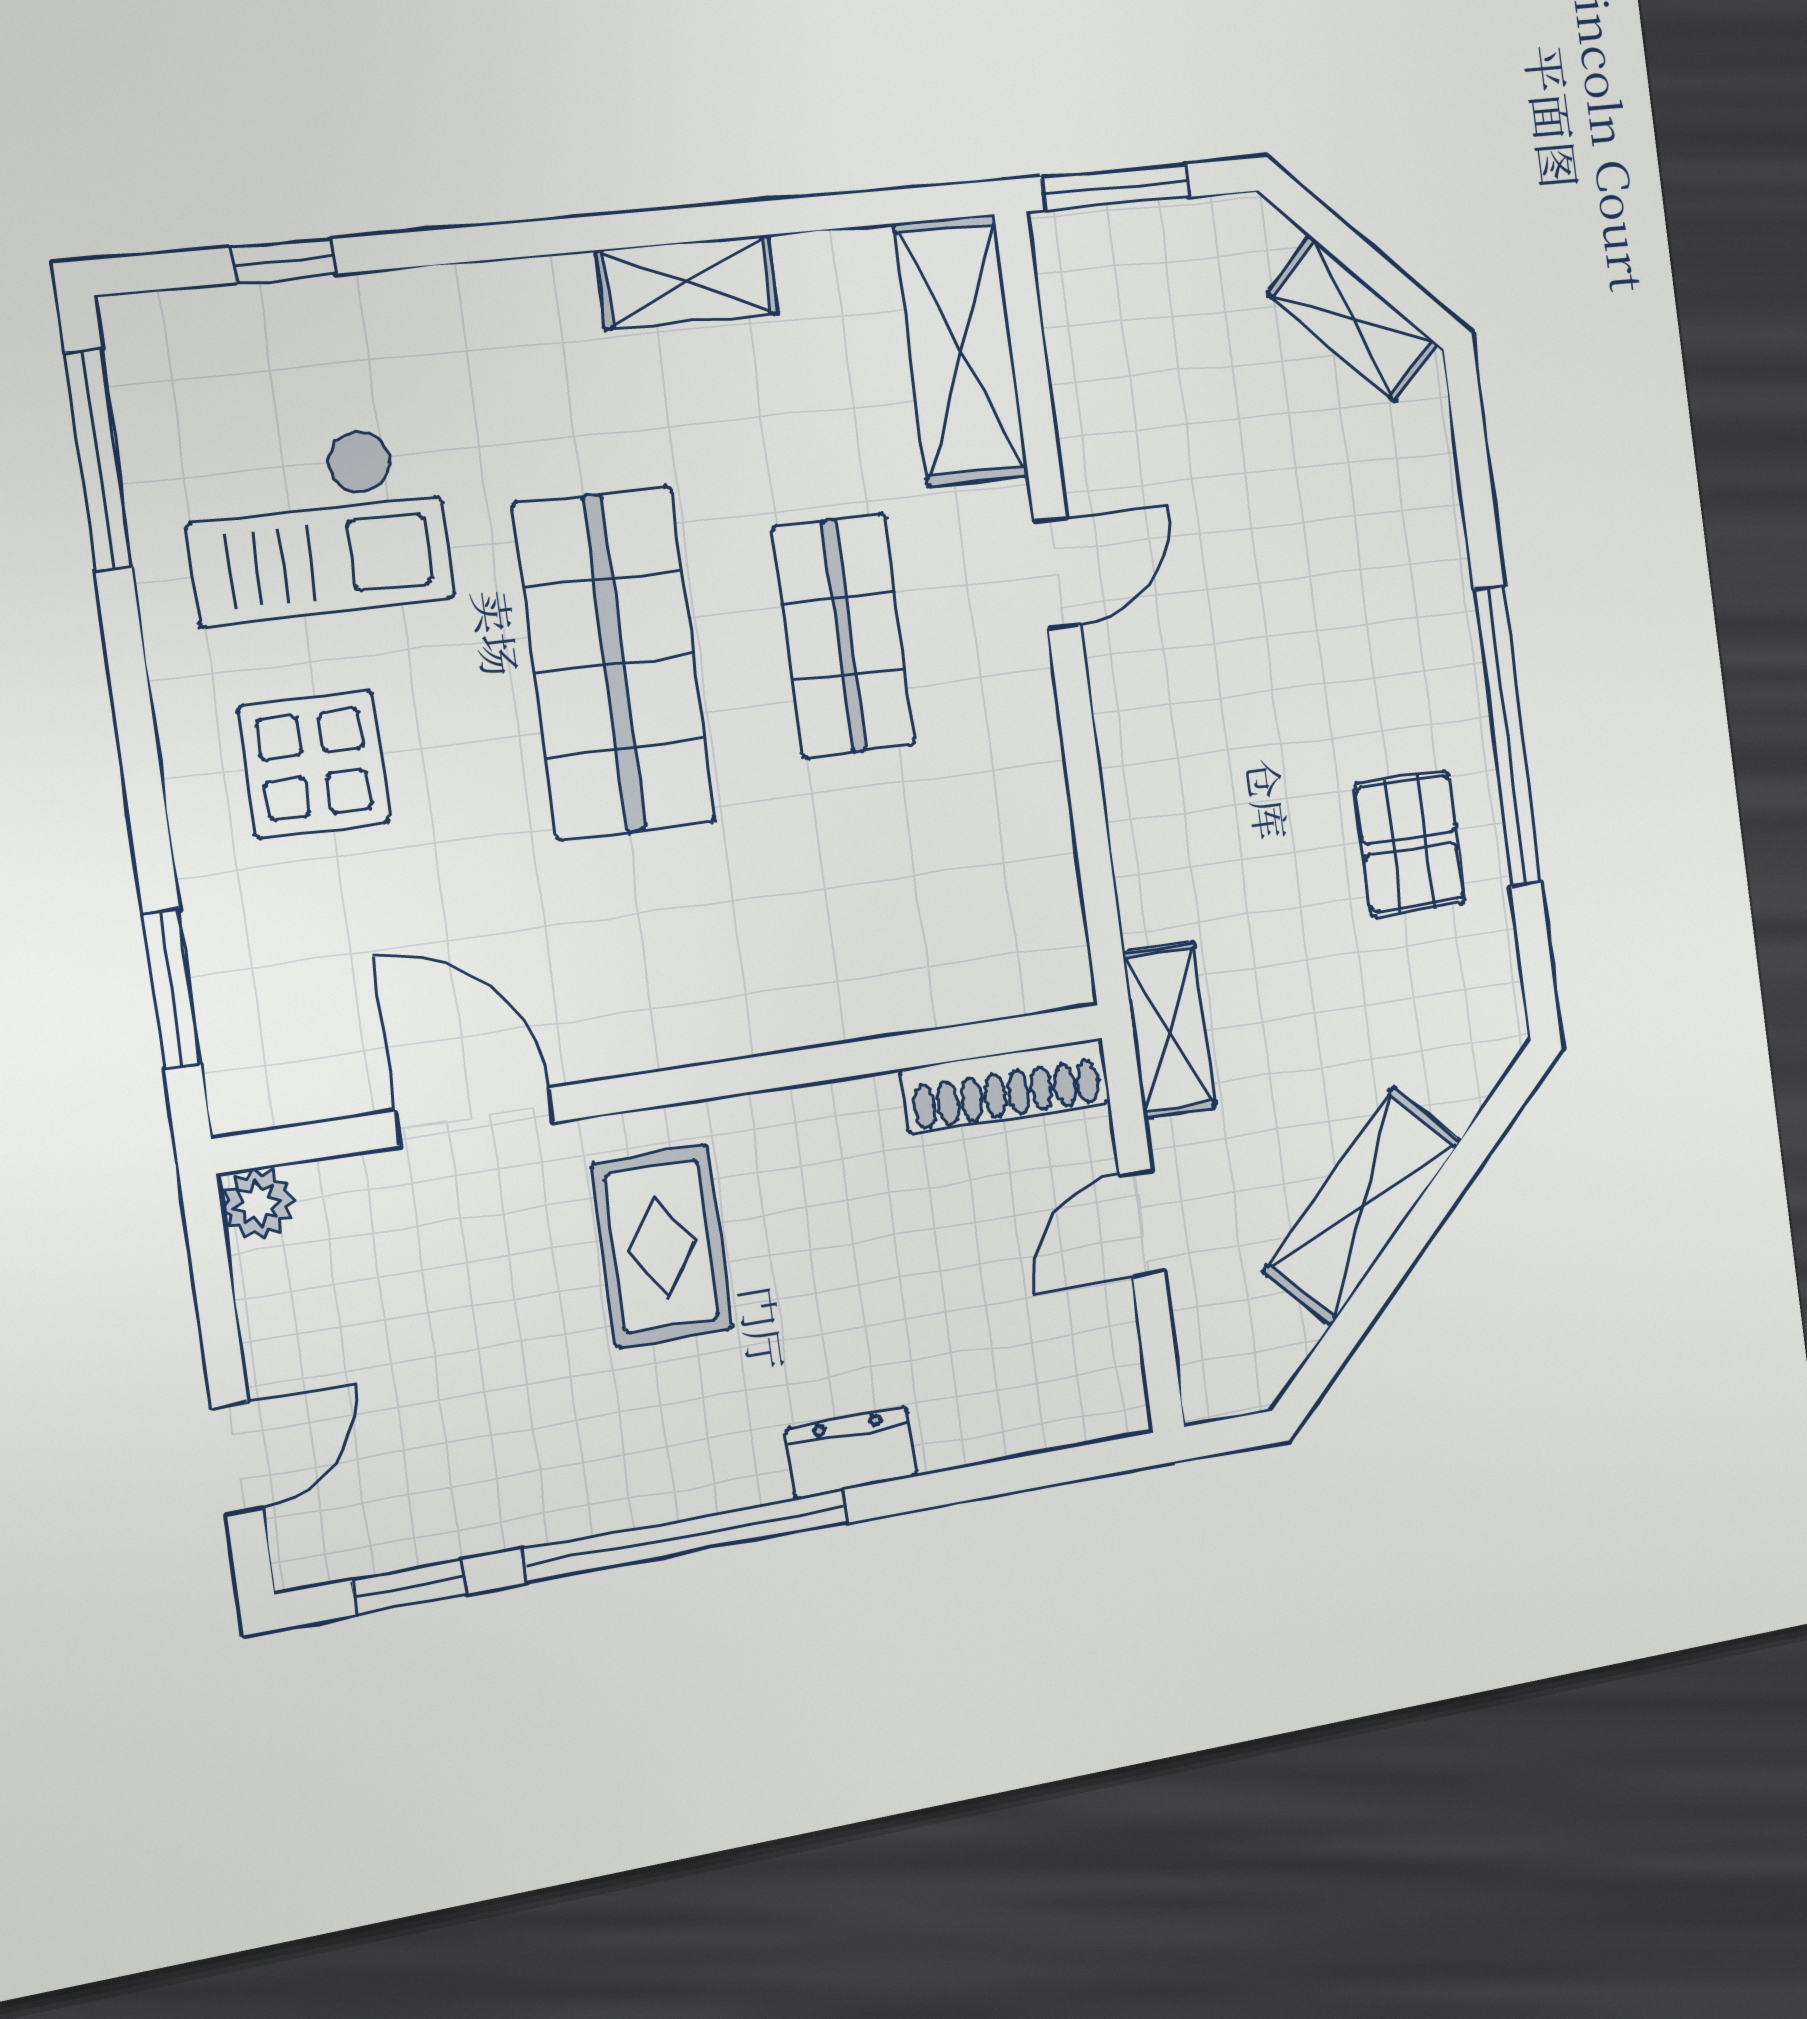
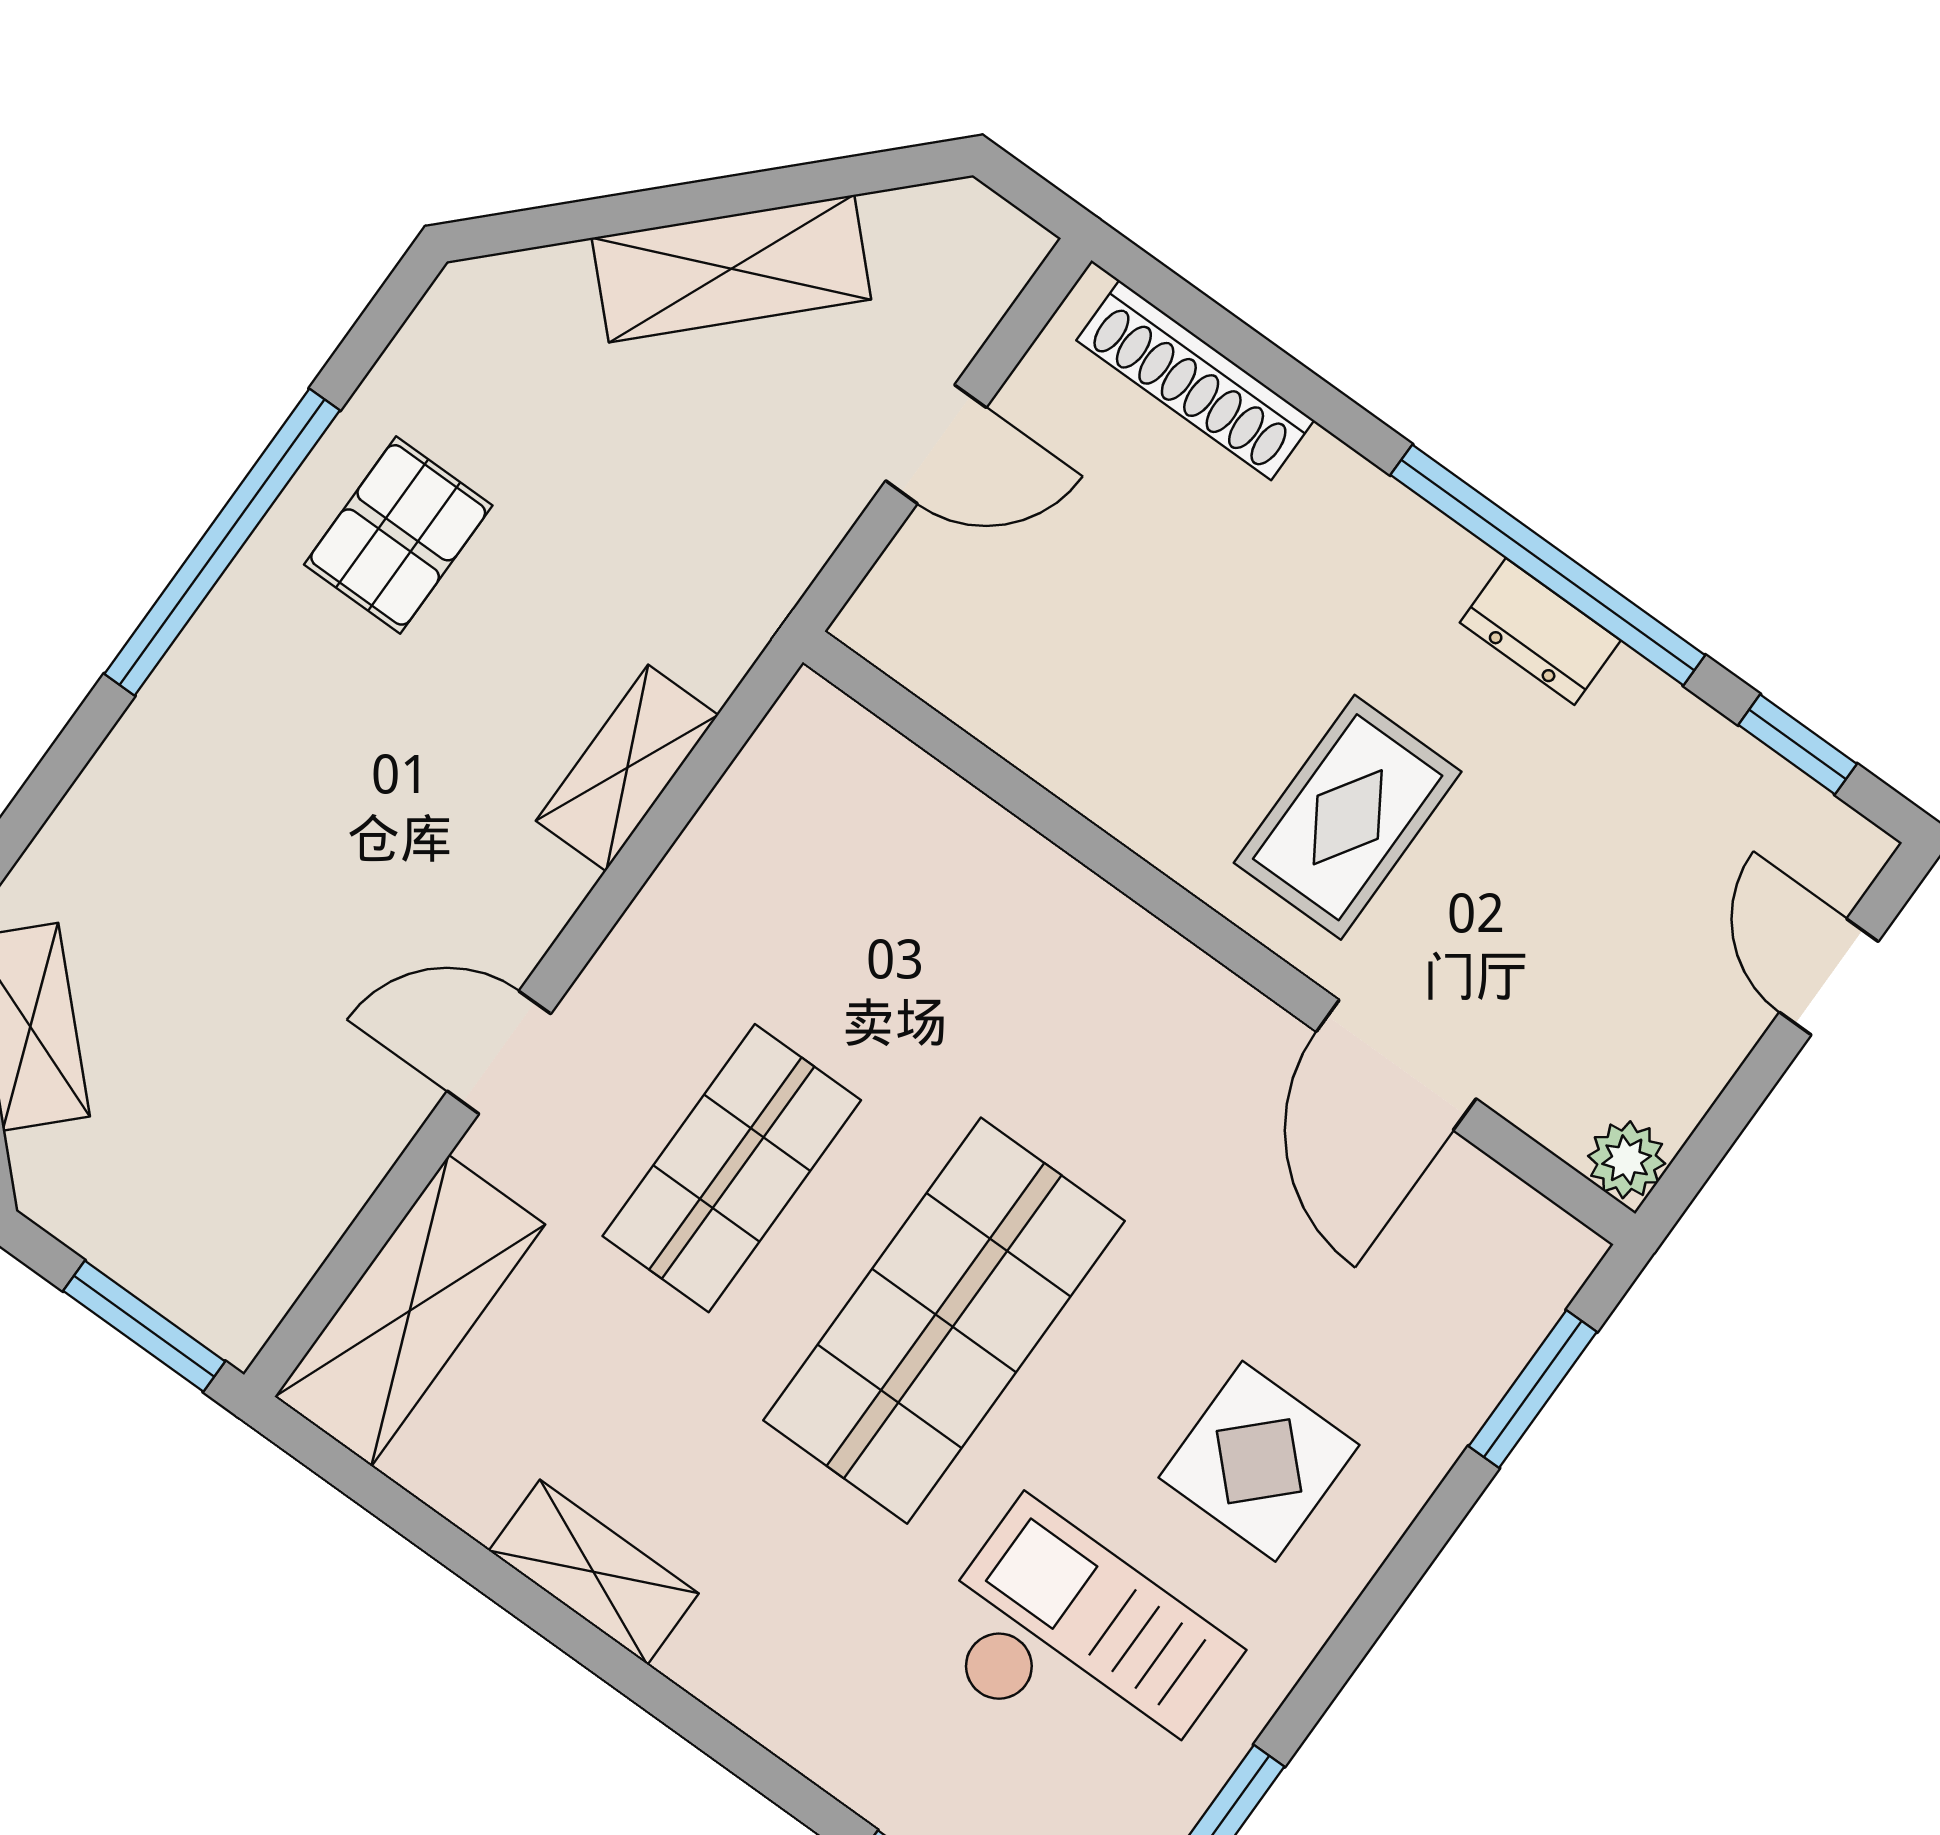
shelving: (1169, 1030) -> (627, 768), moved
shoe rack: (1006, 1086) -> (1195, 380), moved, turned 180
dresser: (851, 1453) -> (1540, 631), moved
door: (237, 1458) -> (1829, 977), hinge flipped

